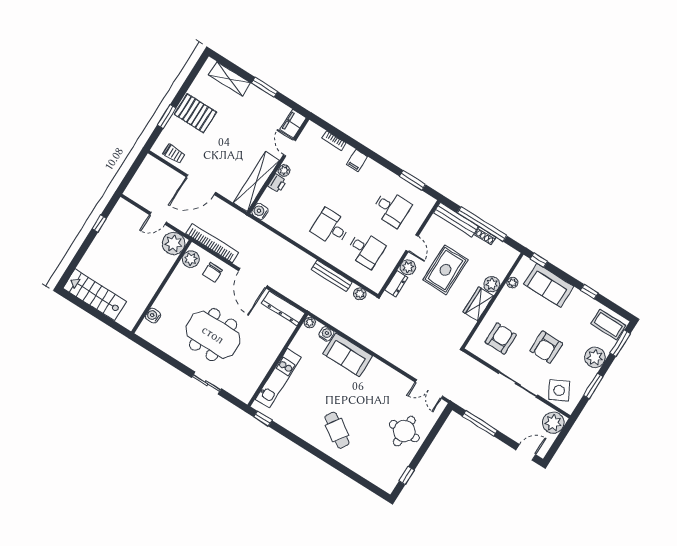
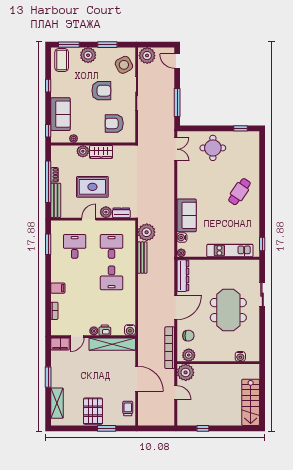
plant: (360, 294) -> (147, 232), width x1.87, depth x1.87

